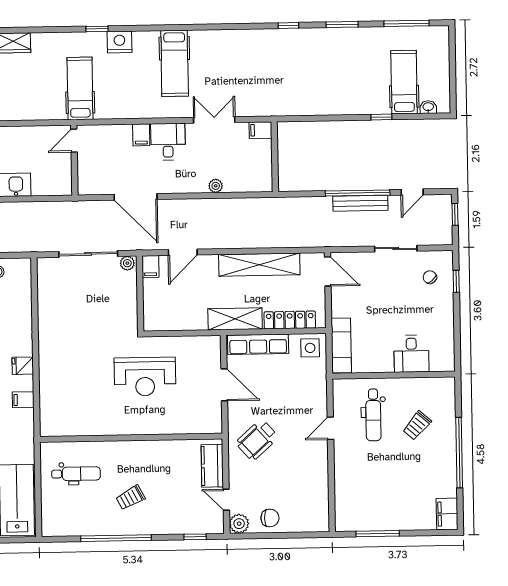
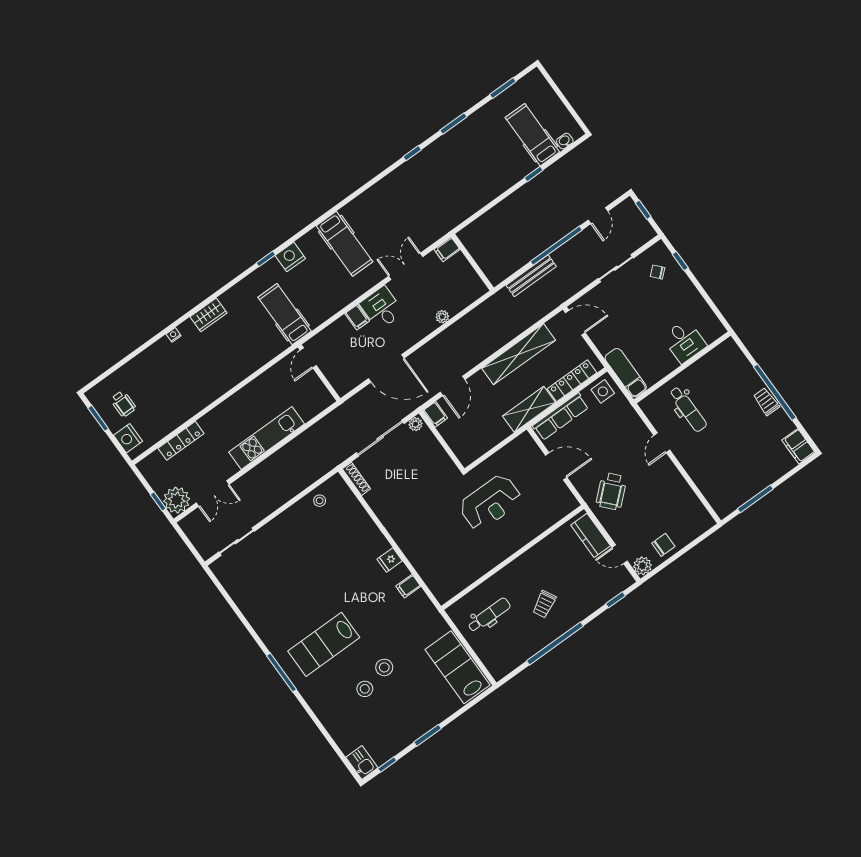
window: (407, 23) -> (503, 88), width x0.69
bench: (360, 203) -> (531, 276), moved
shoe rack: (43, 275) -> (356, 479), added
trolley: (417, 425) -> (766, 402), moved, turned 139

